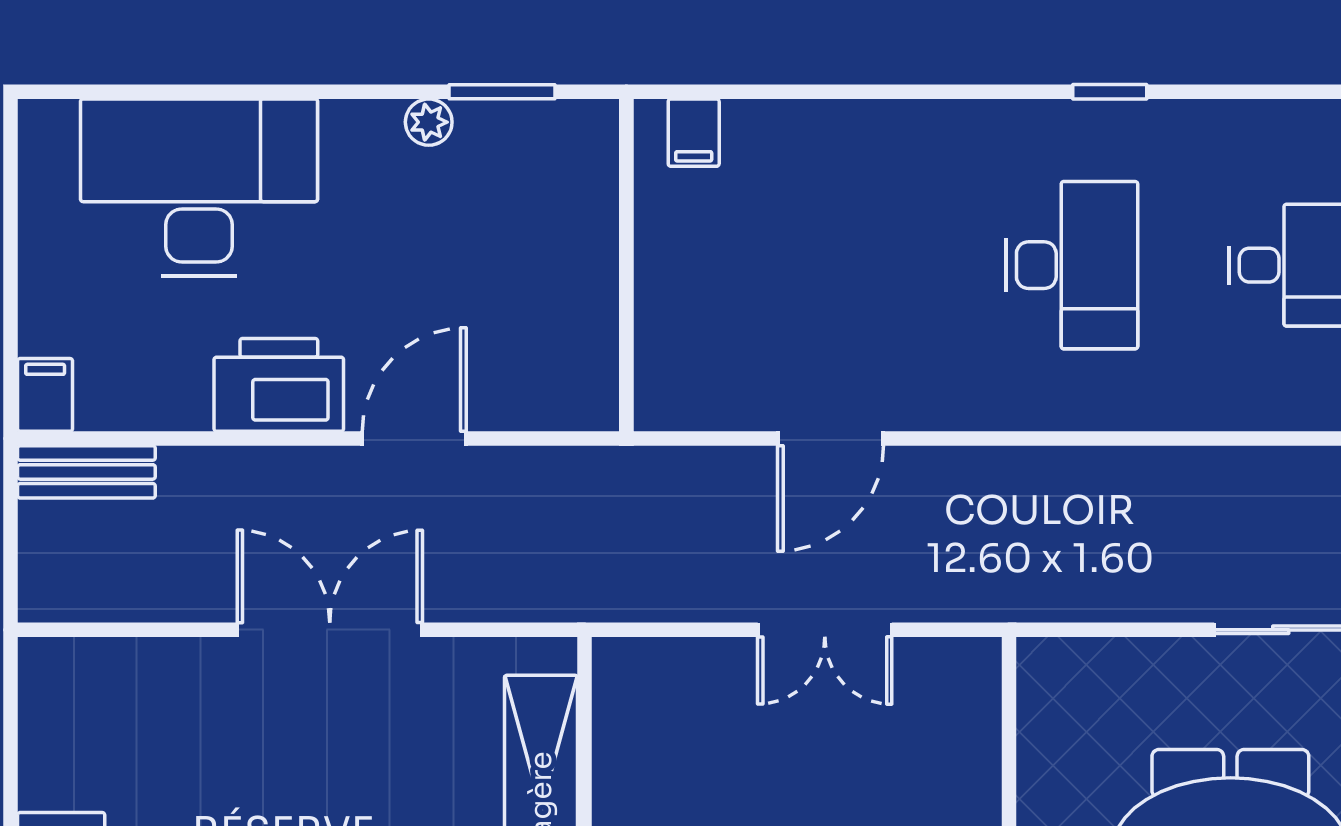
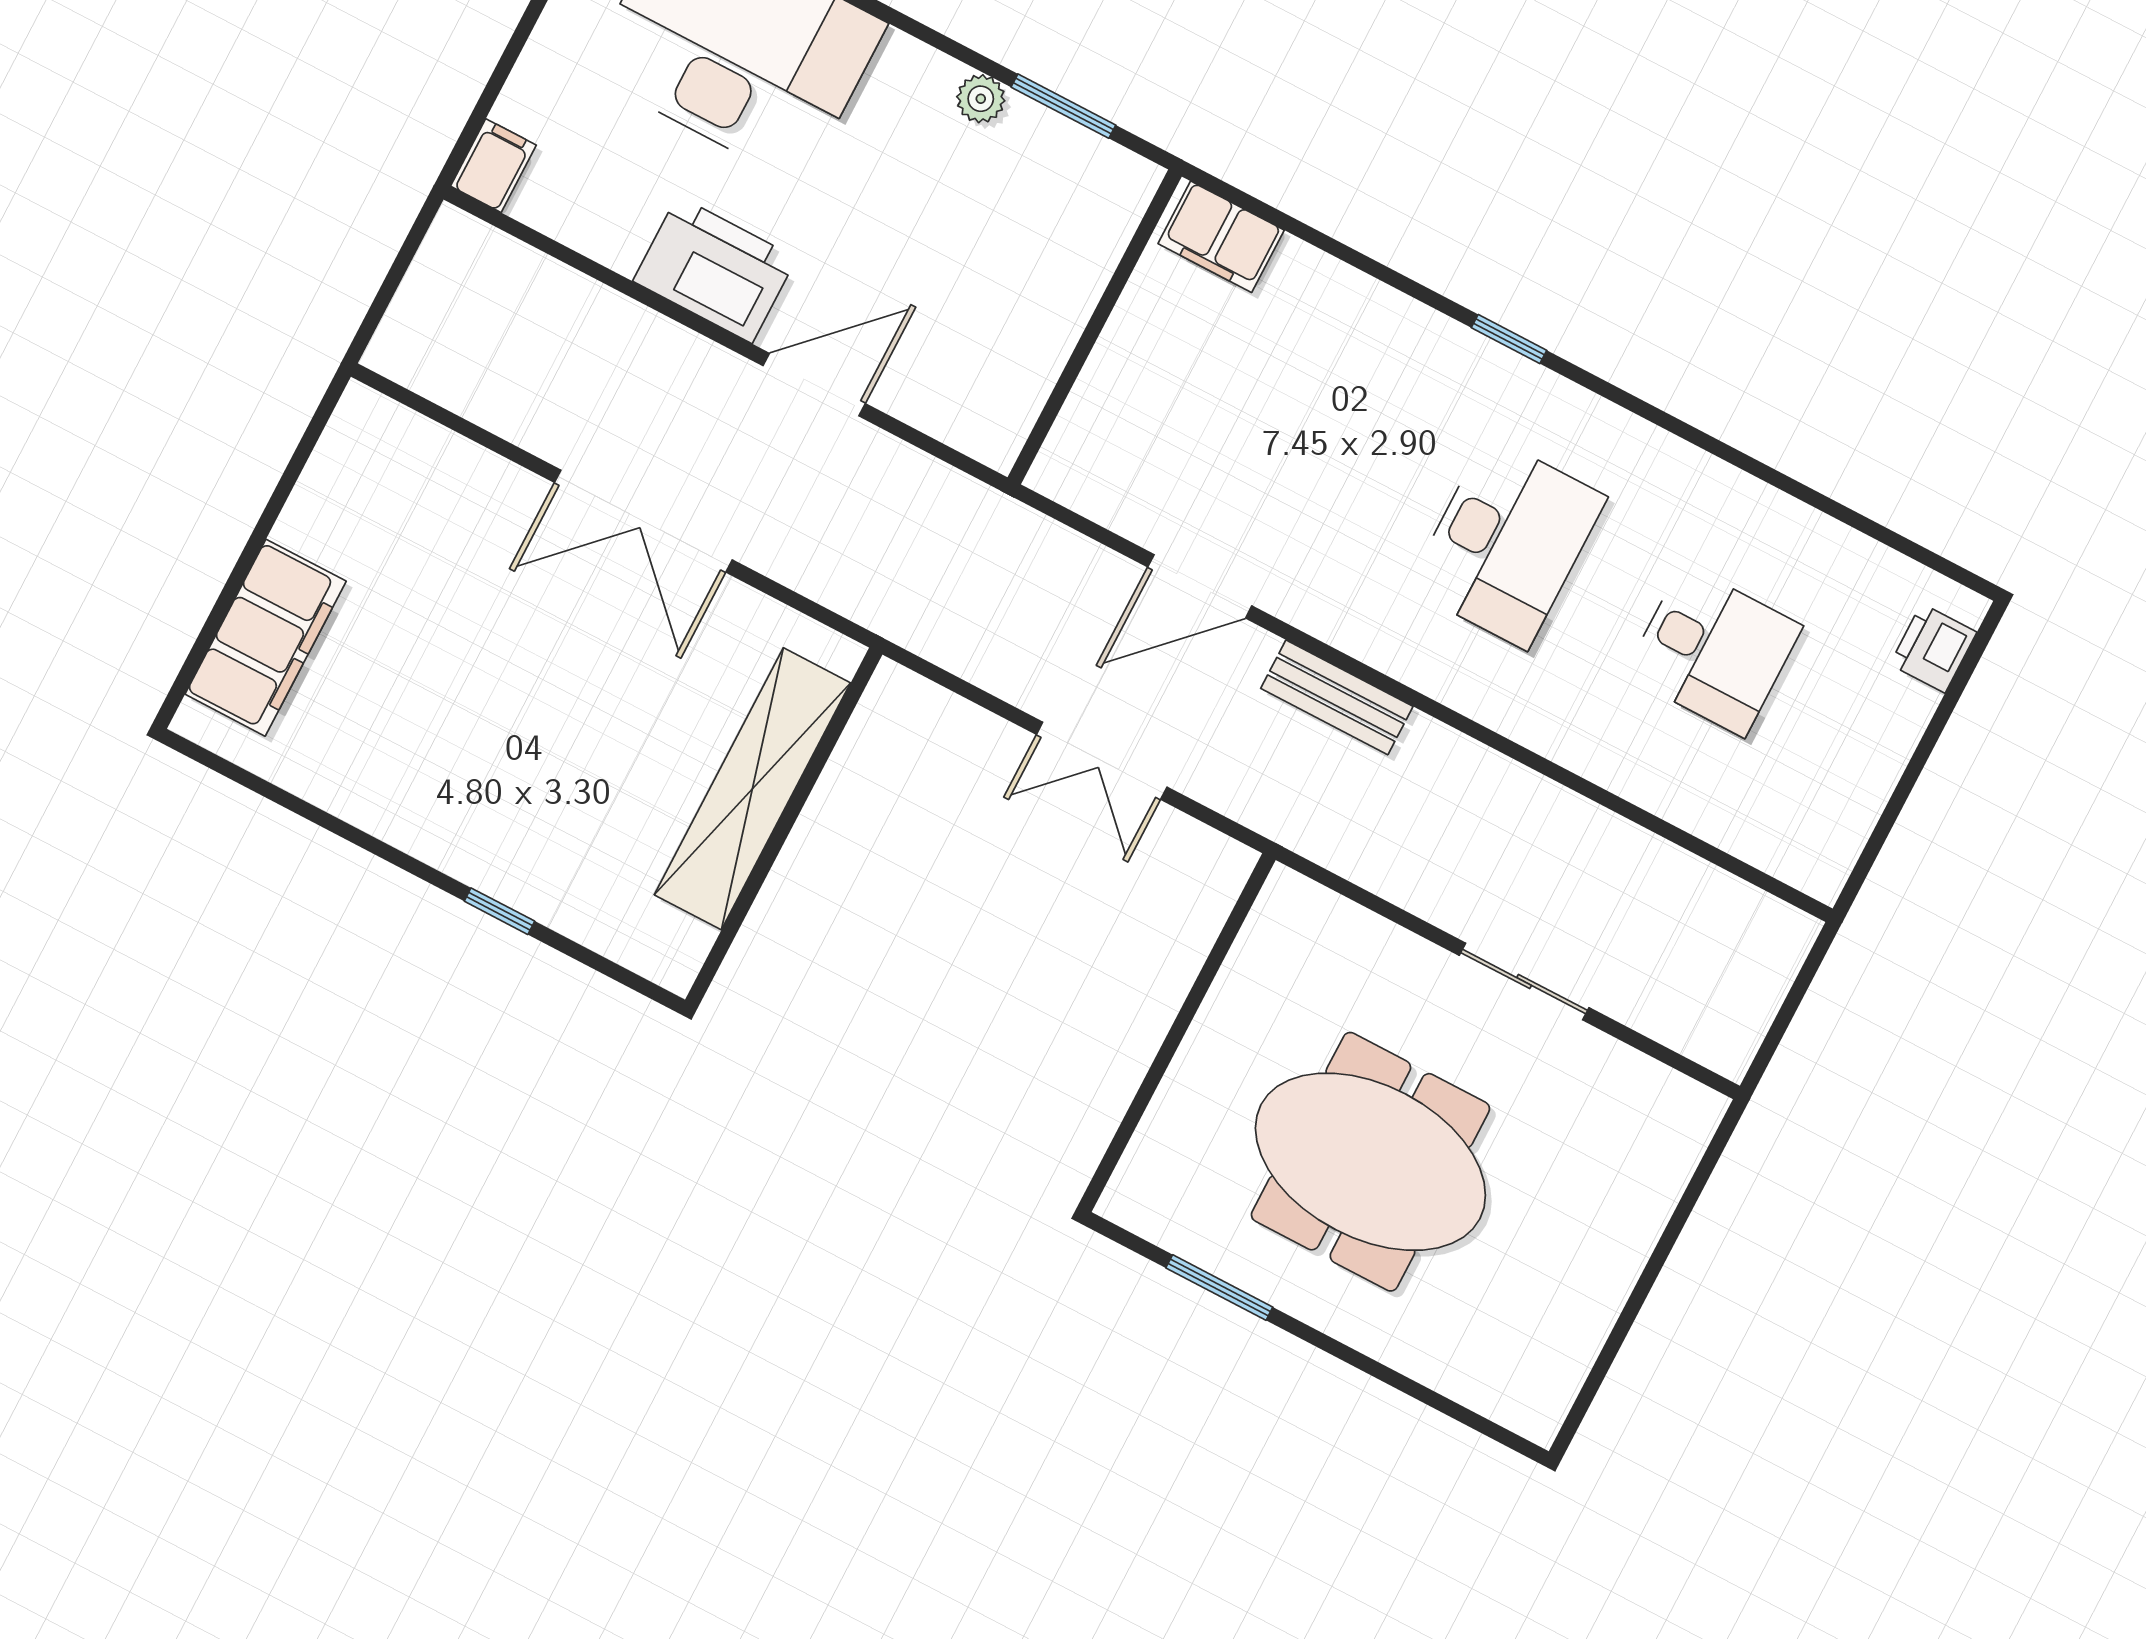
window: (1110, 92) -> (1509, 339), moved
filing cabinet: (694, 133) -> (1221, 237), width x2.00
bench: (86, 472) -> (1337, 697), moved
double door: (330, 630) -> (643, 521), swing flipped

